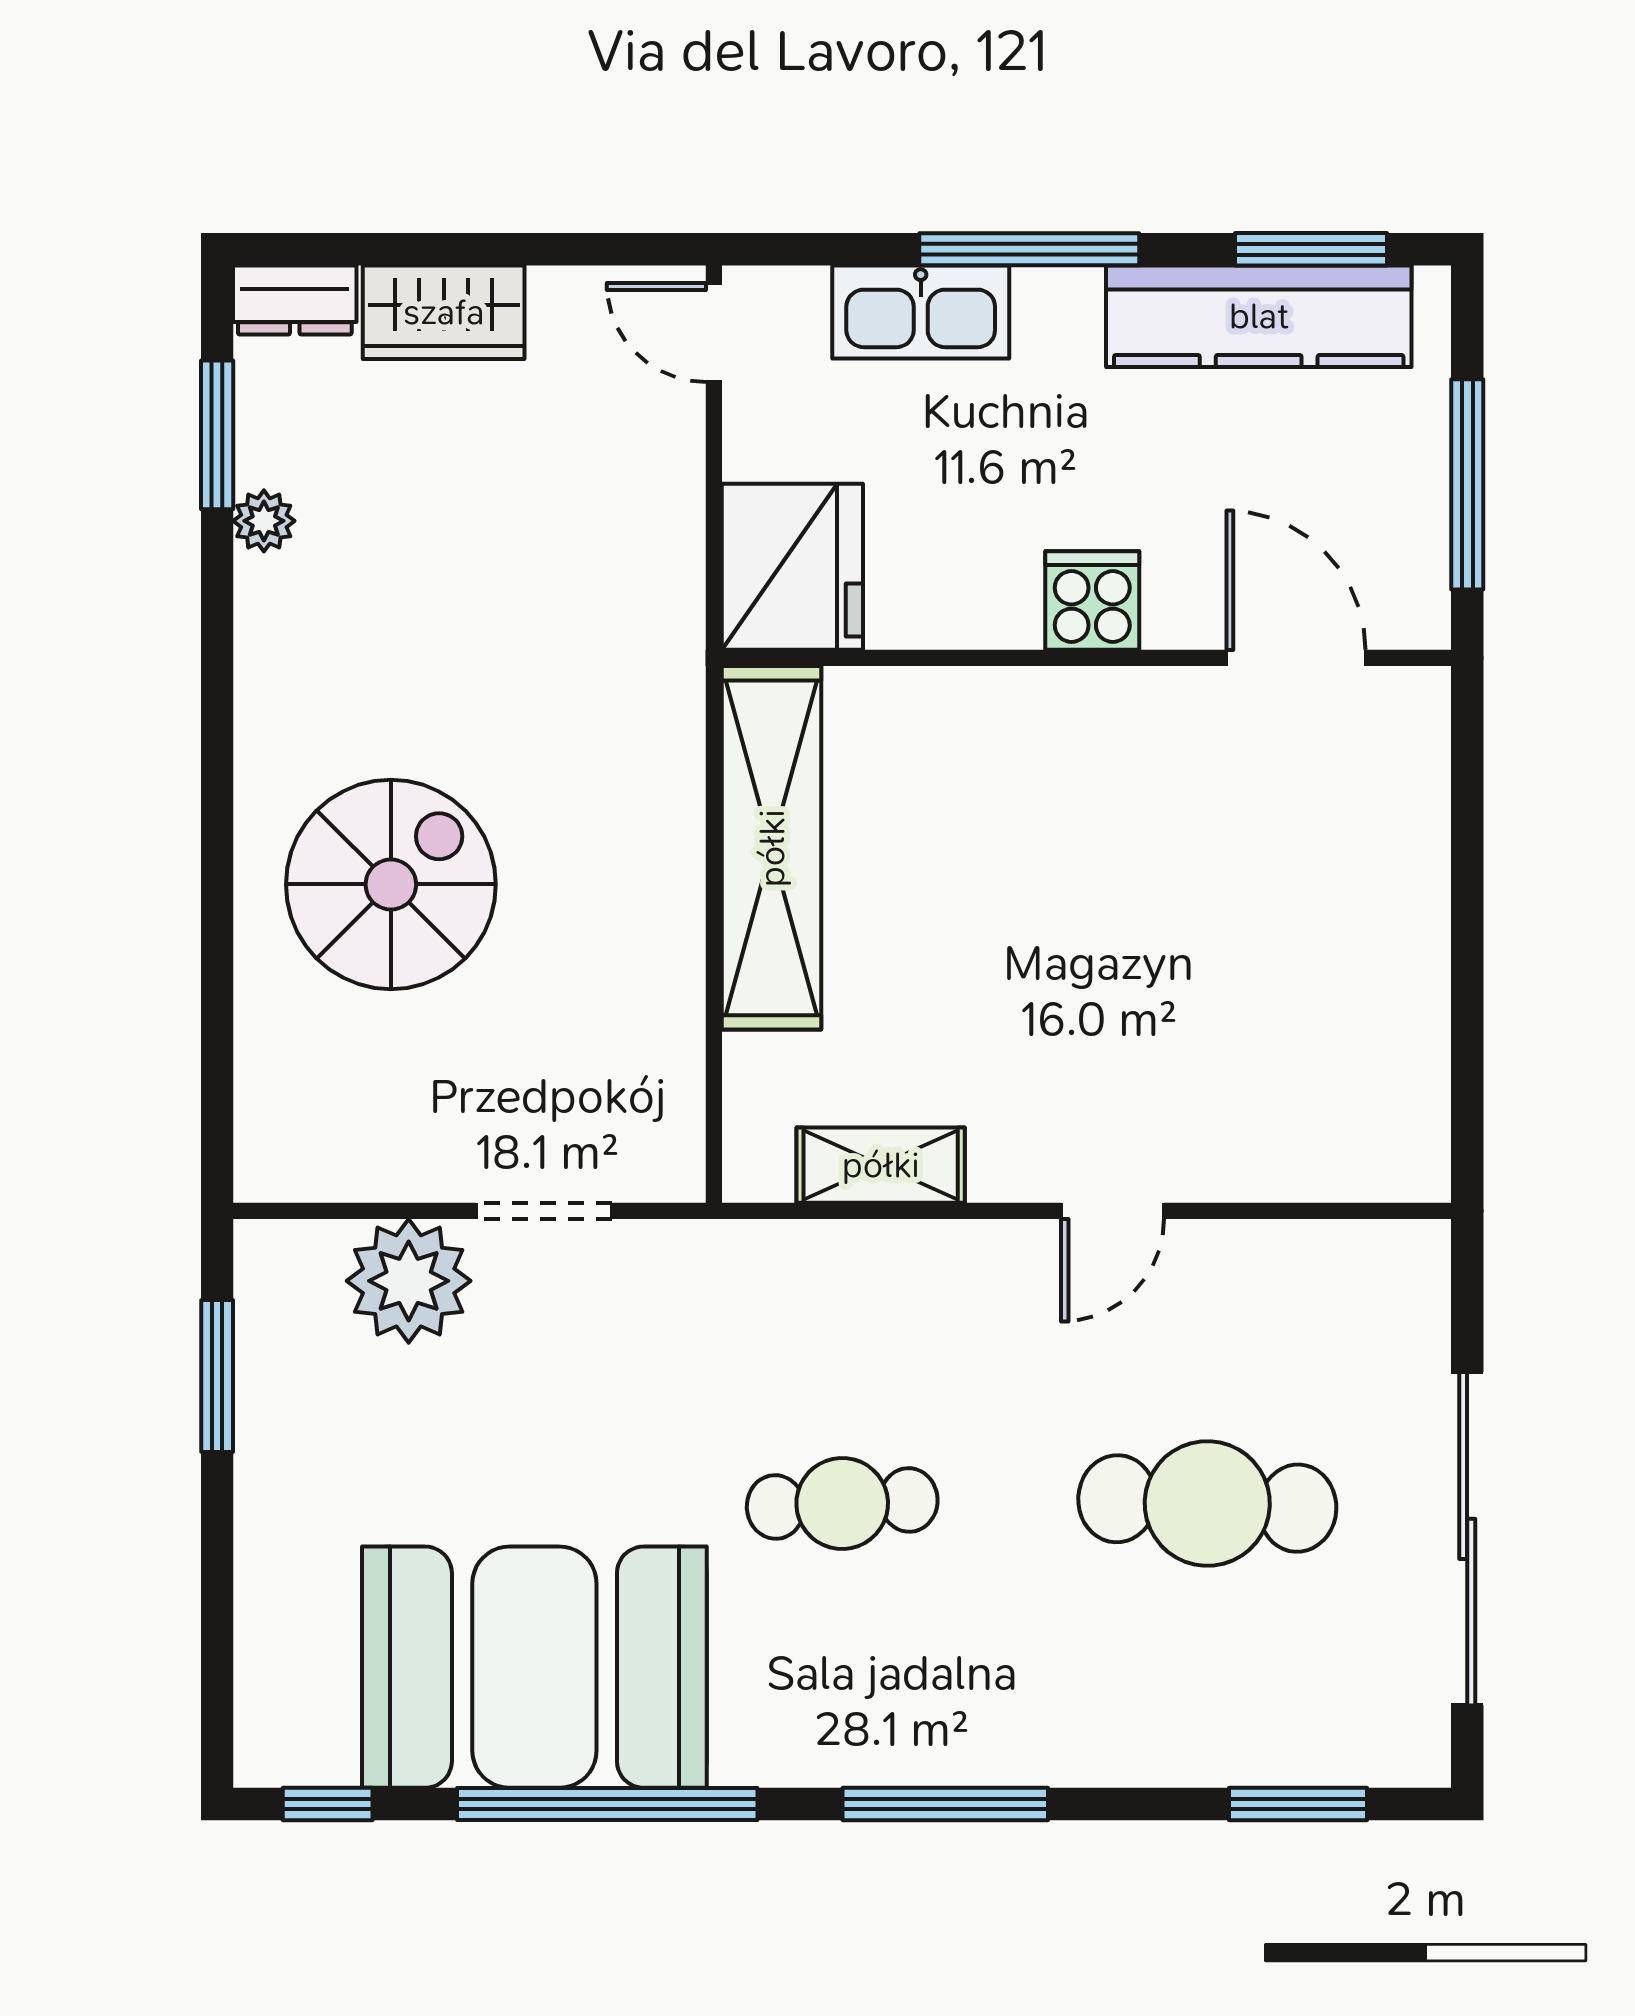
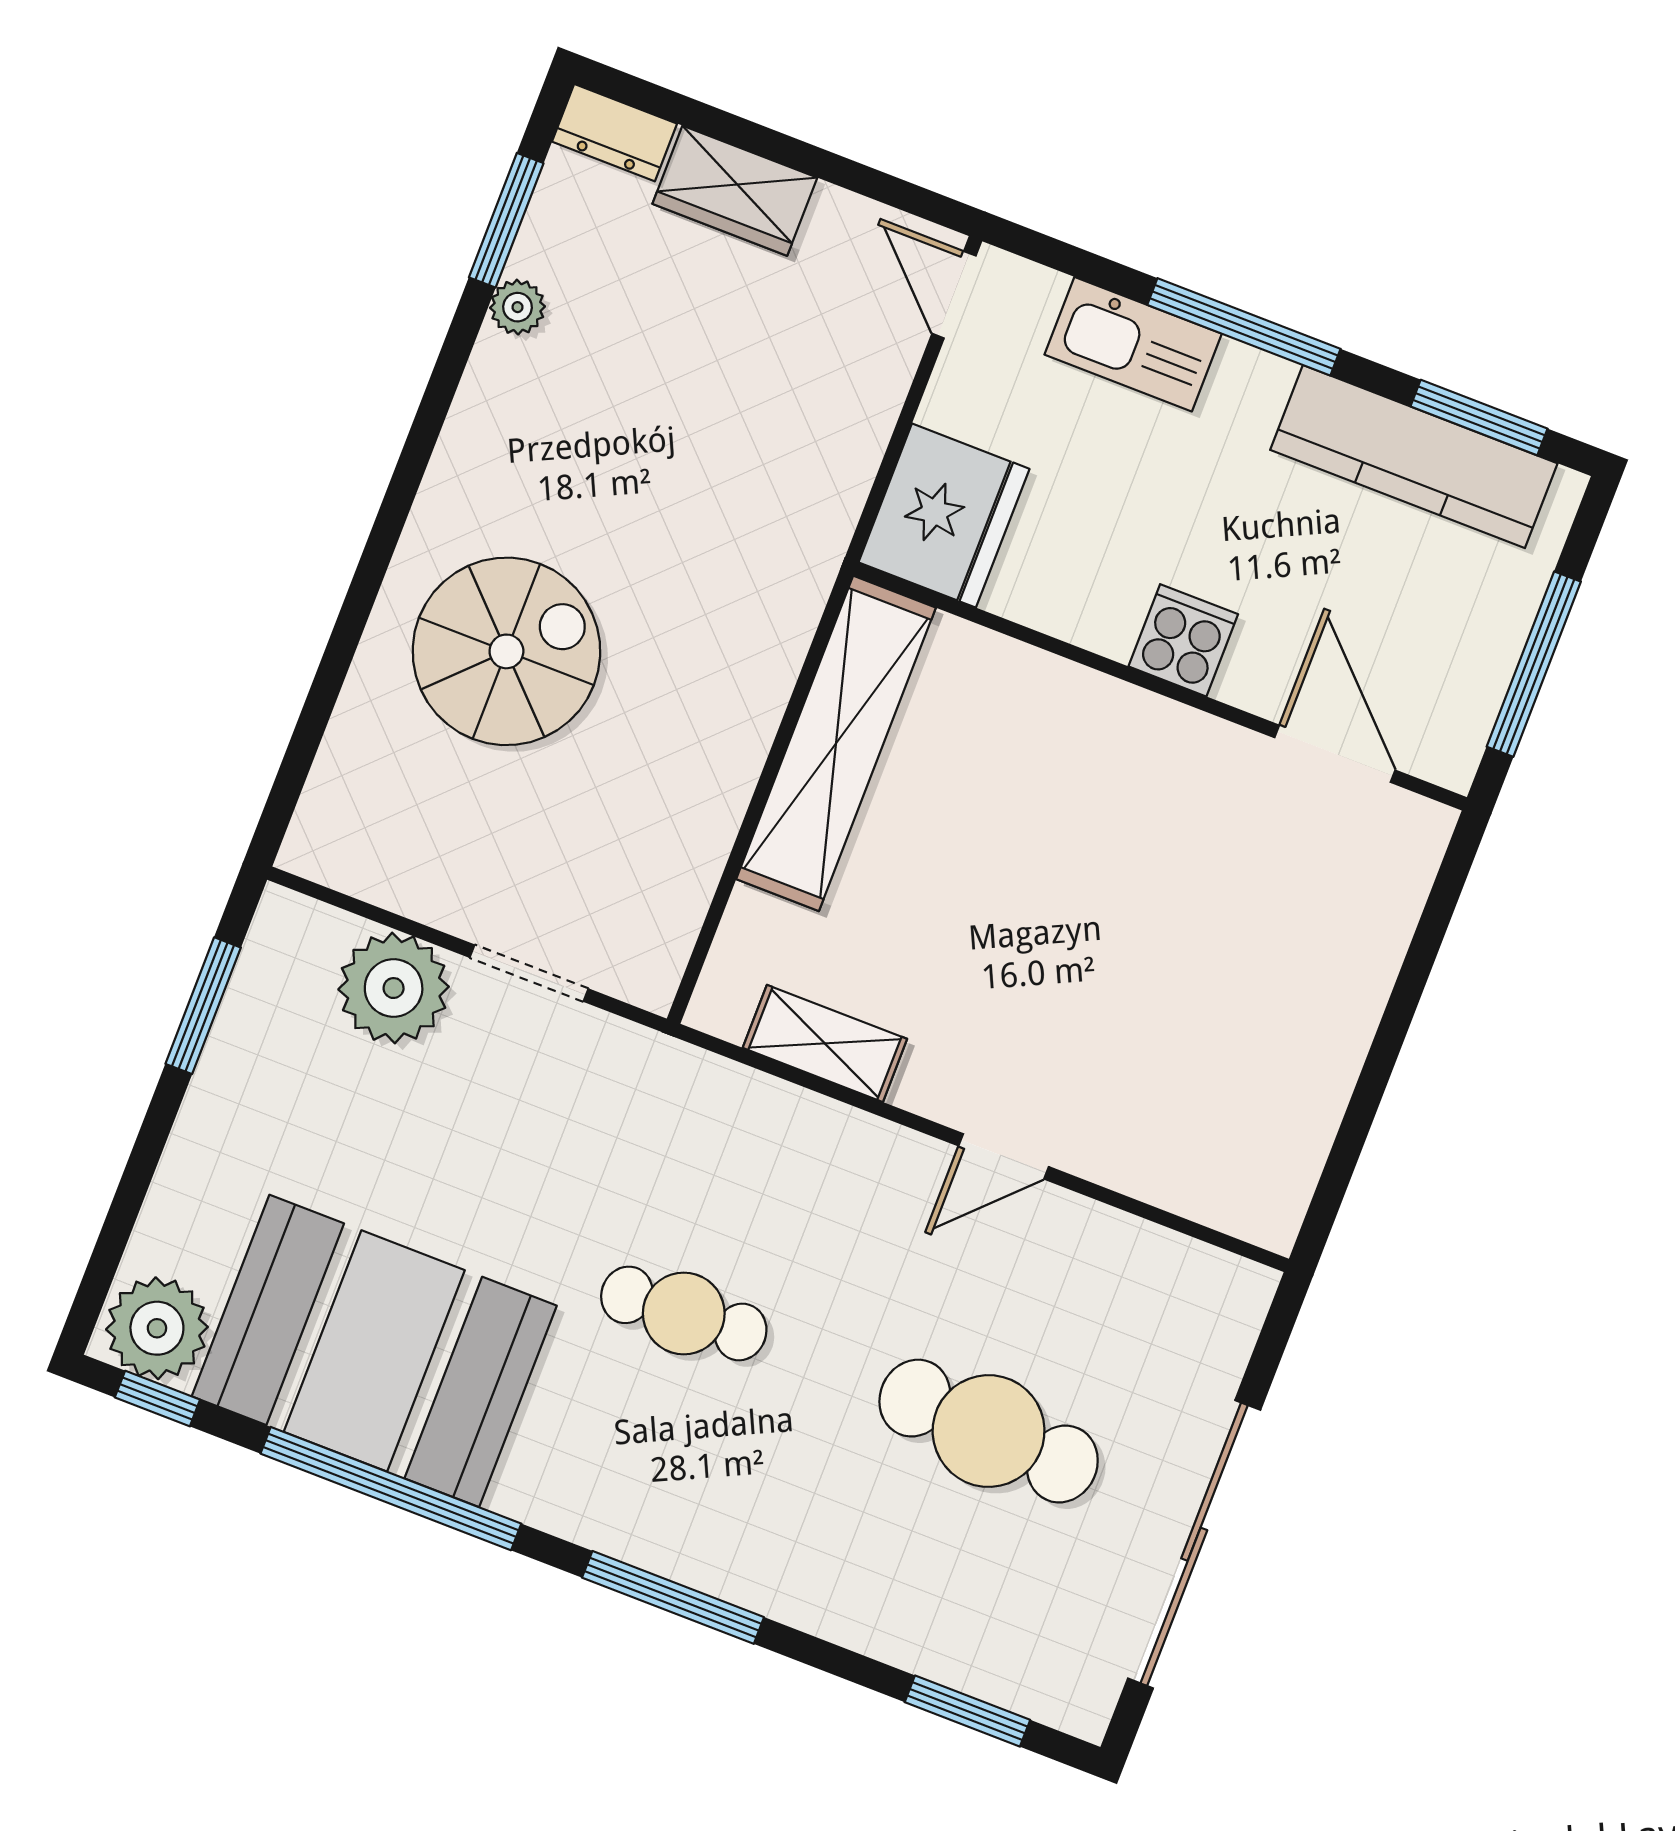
plant: (299, 1731) -> (157, 1328), added

